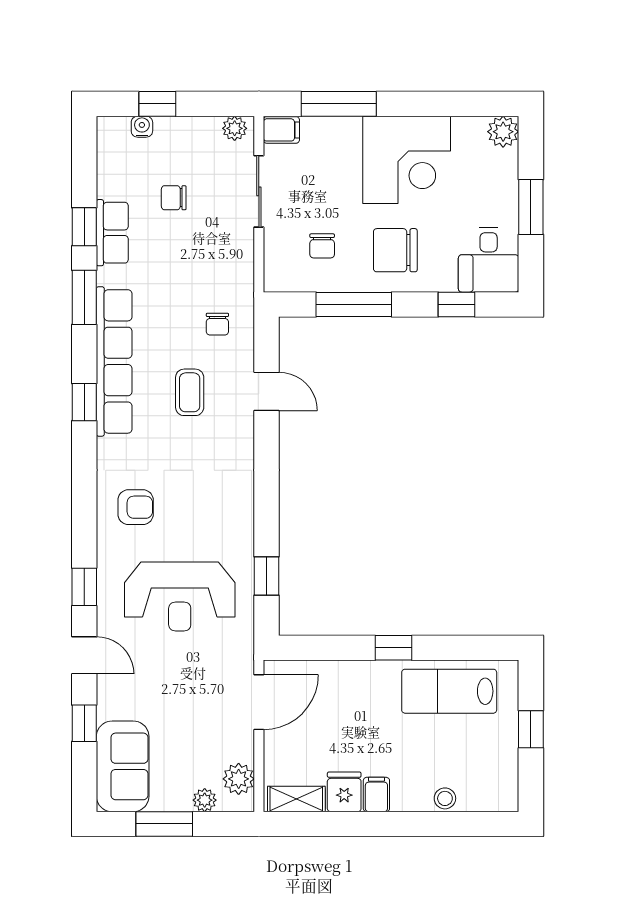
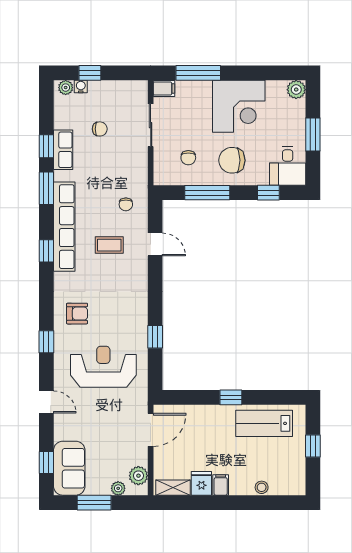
plant: (235, 128) -> (66, 88), moved
chair: (174, 198) -> (100, 129), turned 180
coffee table: (190, 392) -> (109, 245), turned 90
window: (267, 576) -> (155, 337), moved
window: (84, 587) -> (46, 342), moved
reception desk: (180, 596) -> (103, 367), turned 180
window: (84, 723) -> (46, 462), moved

